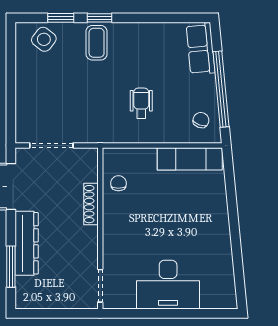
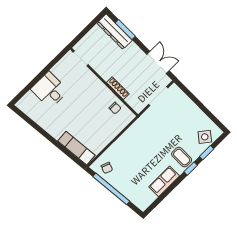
row of seats: (201, 49) -> (164, 181), moved, turned -84
wheelchair: (141, 103) -> (138, 150), removed
exam couch: (190, 159) -> (76, 148), moved, turned 84
dresser: (27, 243) -> (114, 32), moved
desk: (168, 285) -> (50, 90), width x0.73

